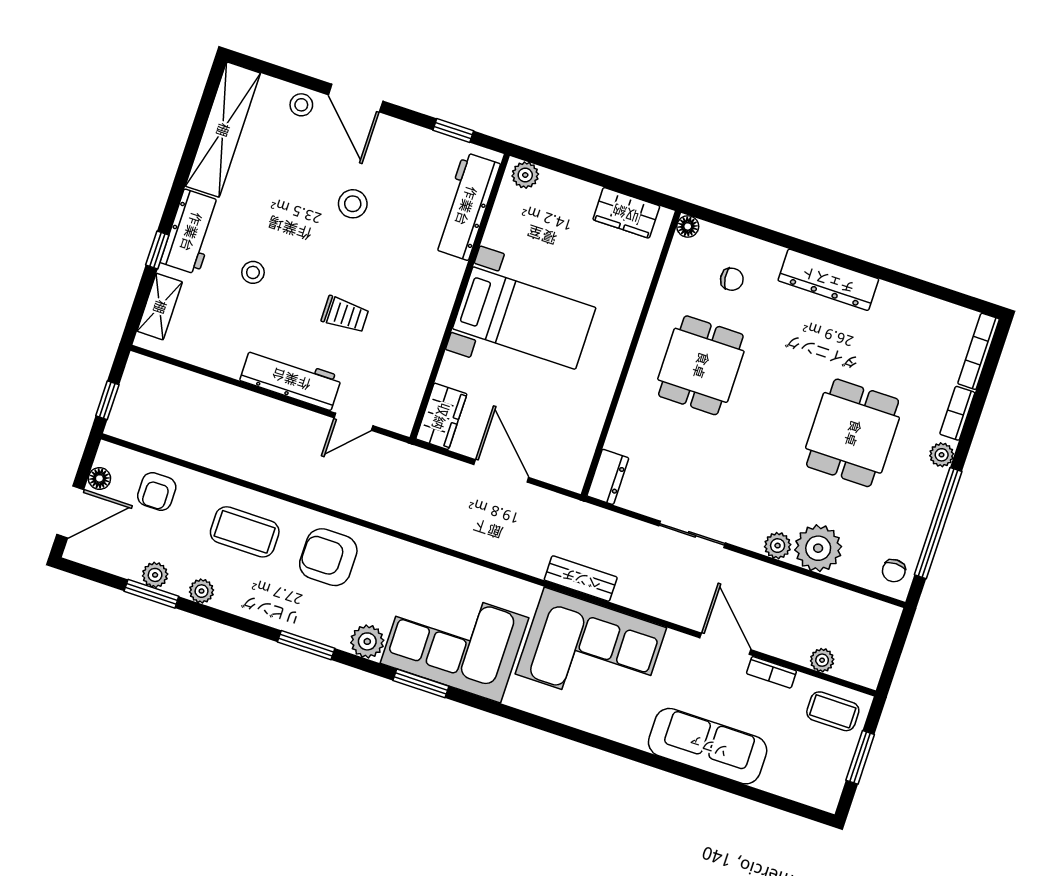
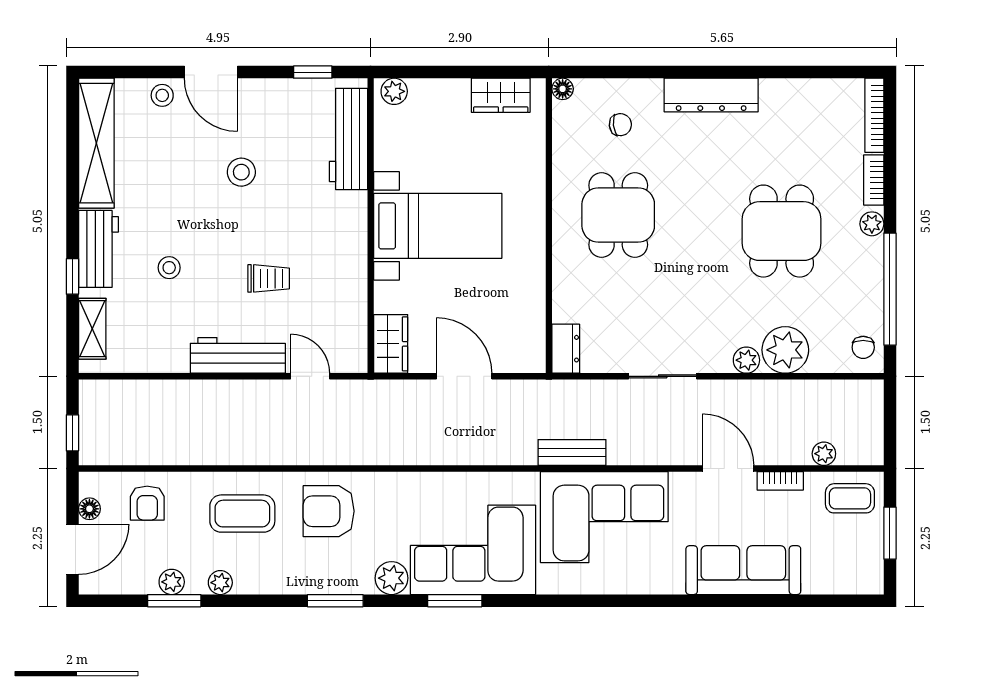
door: (353, 422) -> (310, 376), swing flipped

